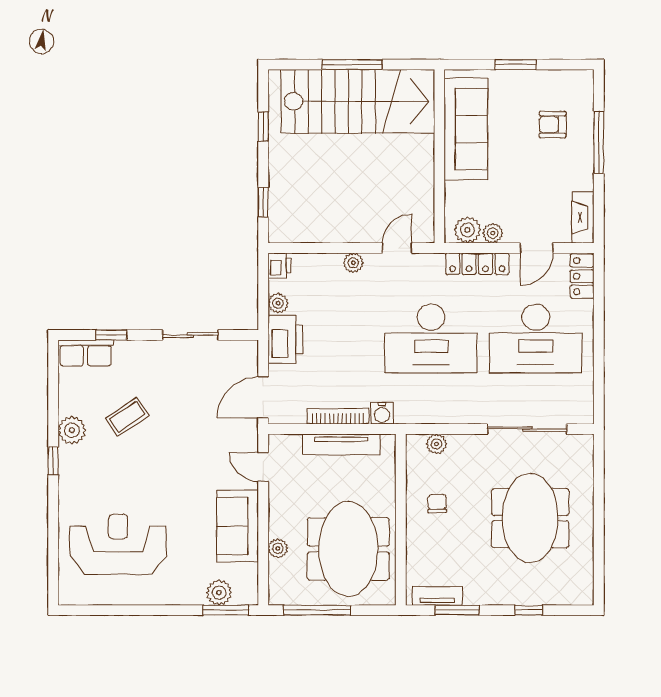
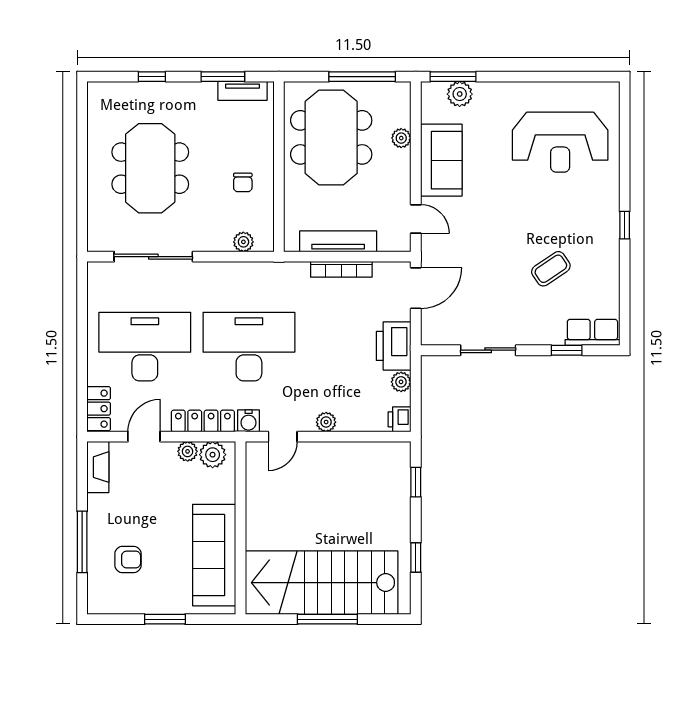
water cooler: (382, 413) -> (249, 421), moved, turned 180
plant: (72, 430) -> (606, 256), removed

